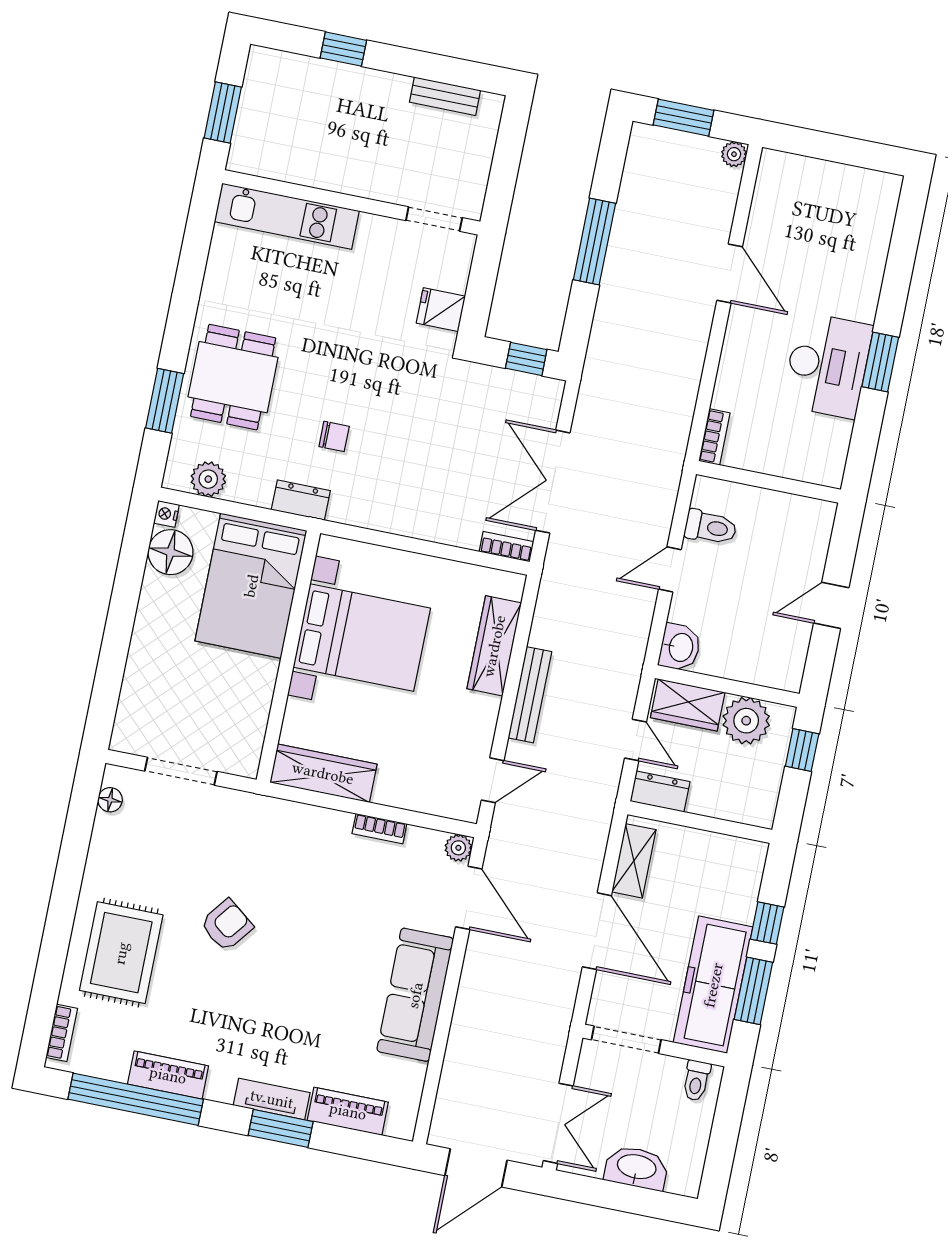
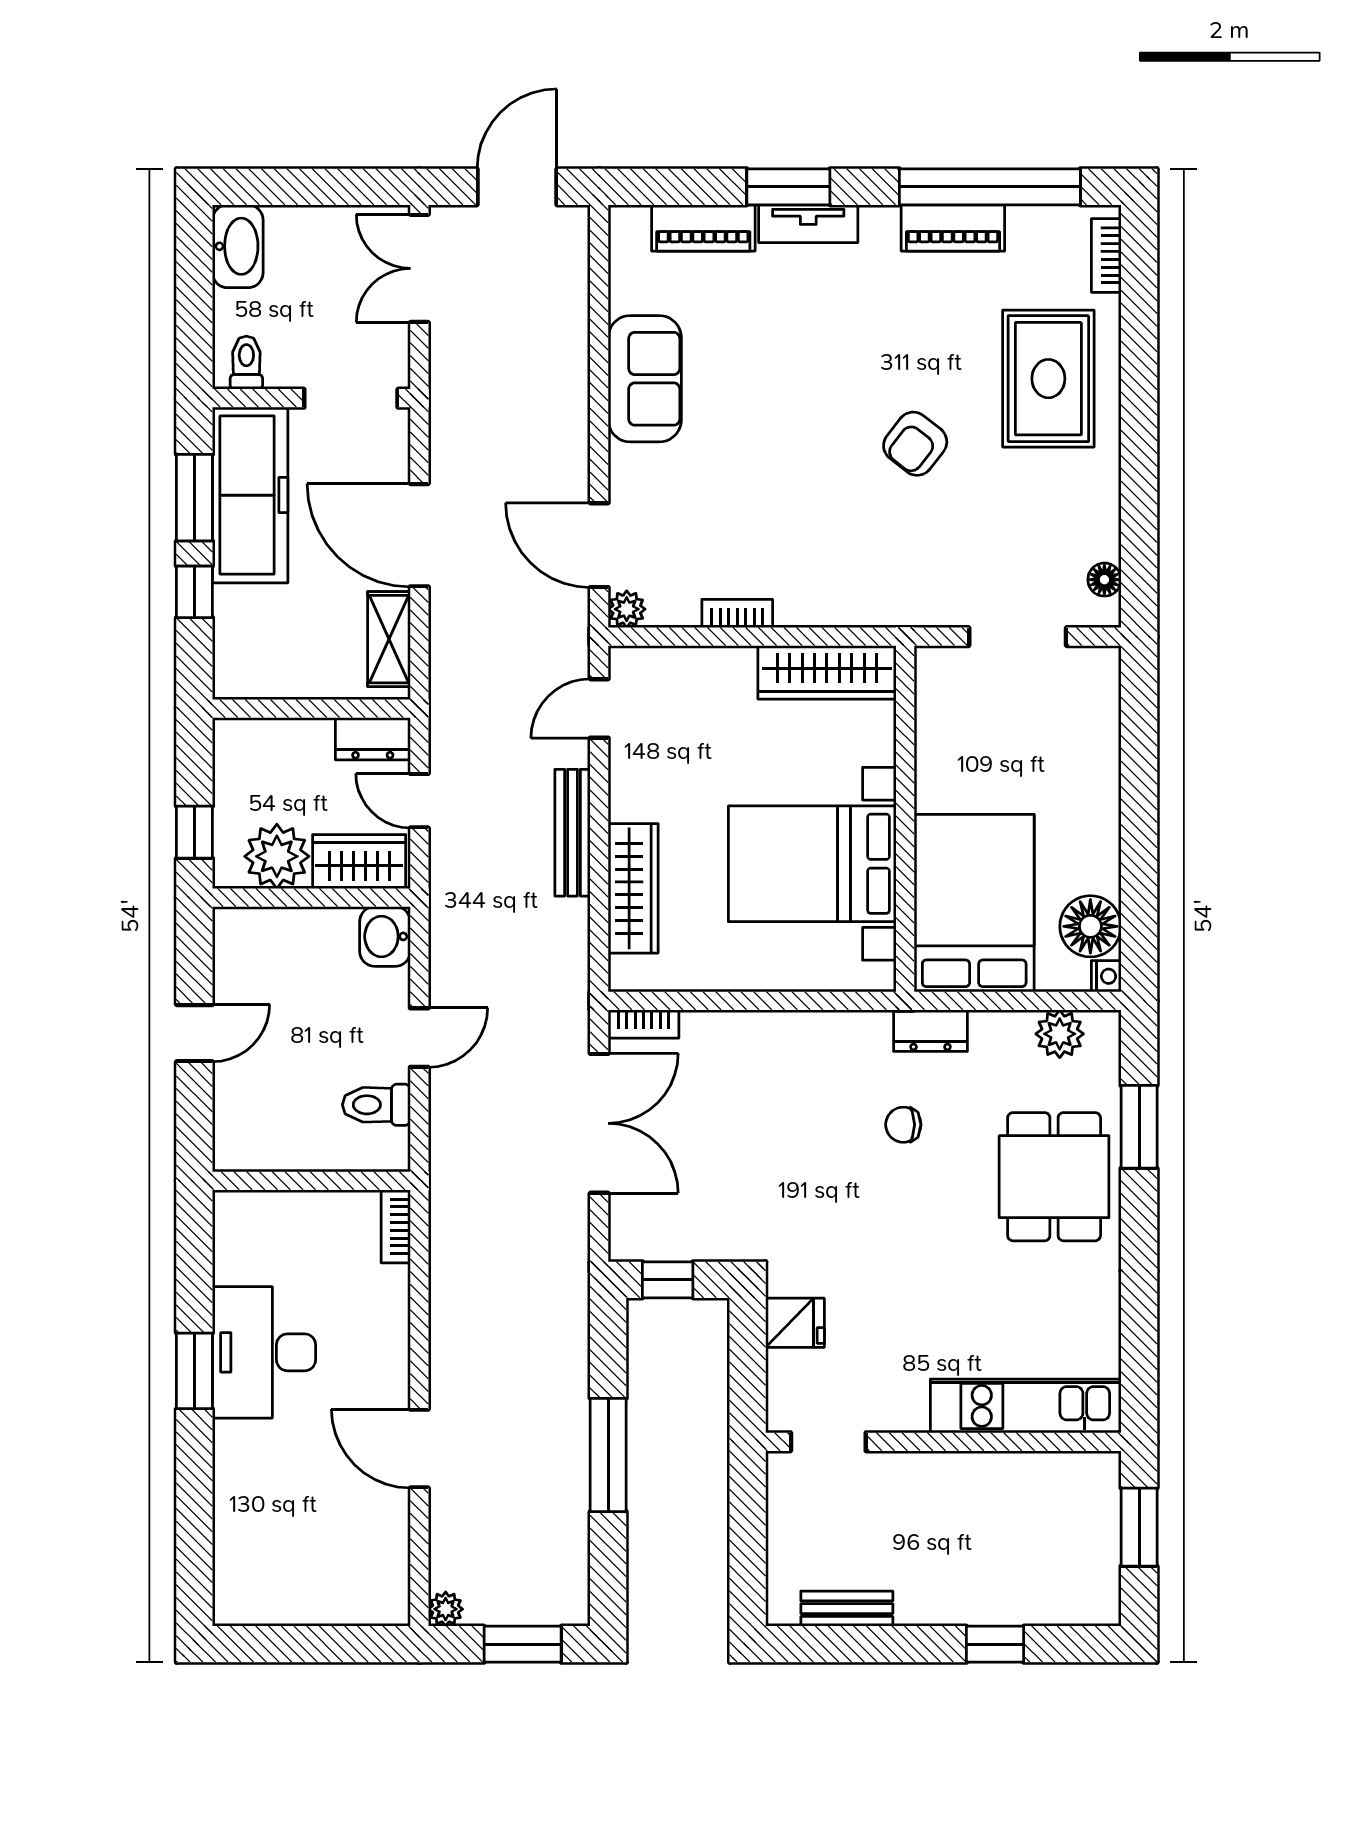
sofa: (415, 995) -> (645, 379), width x0.73
washbasin: (636, 1168) -> (238, 246), moved, turned -90

